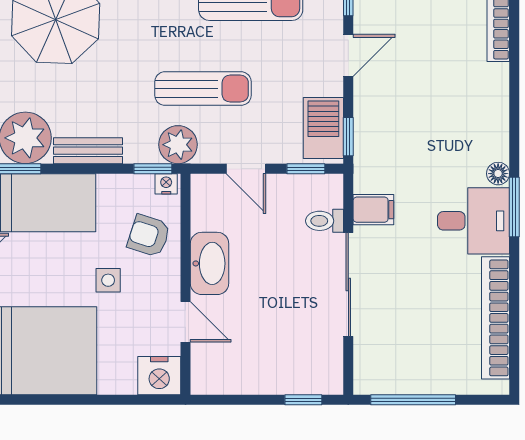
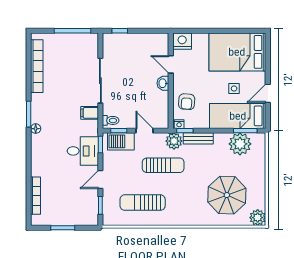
sun lounger: (203, 89) -> (163, 165), turned 180
barbecue: (323, 128) -> (121, 141), moved, turned 90
bench: (88, 151) -> (198, 138), moved
toilet: (325, 221) -> (111, 120), moved
desk: (474, 221) -> (83, 151), moved, turned 180
armchair: (149, 236) -> (187, 102), turned 76
washbasin: (210, 263) -> (163, 83), width x0.52, depth x0.69
side table: (108, 280) -> (234, 89), moved

